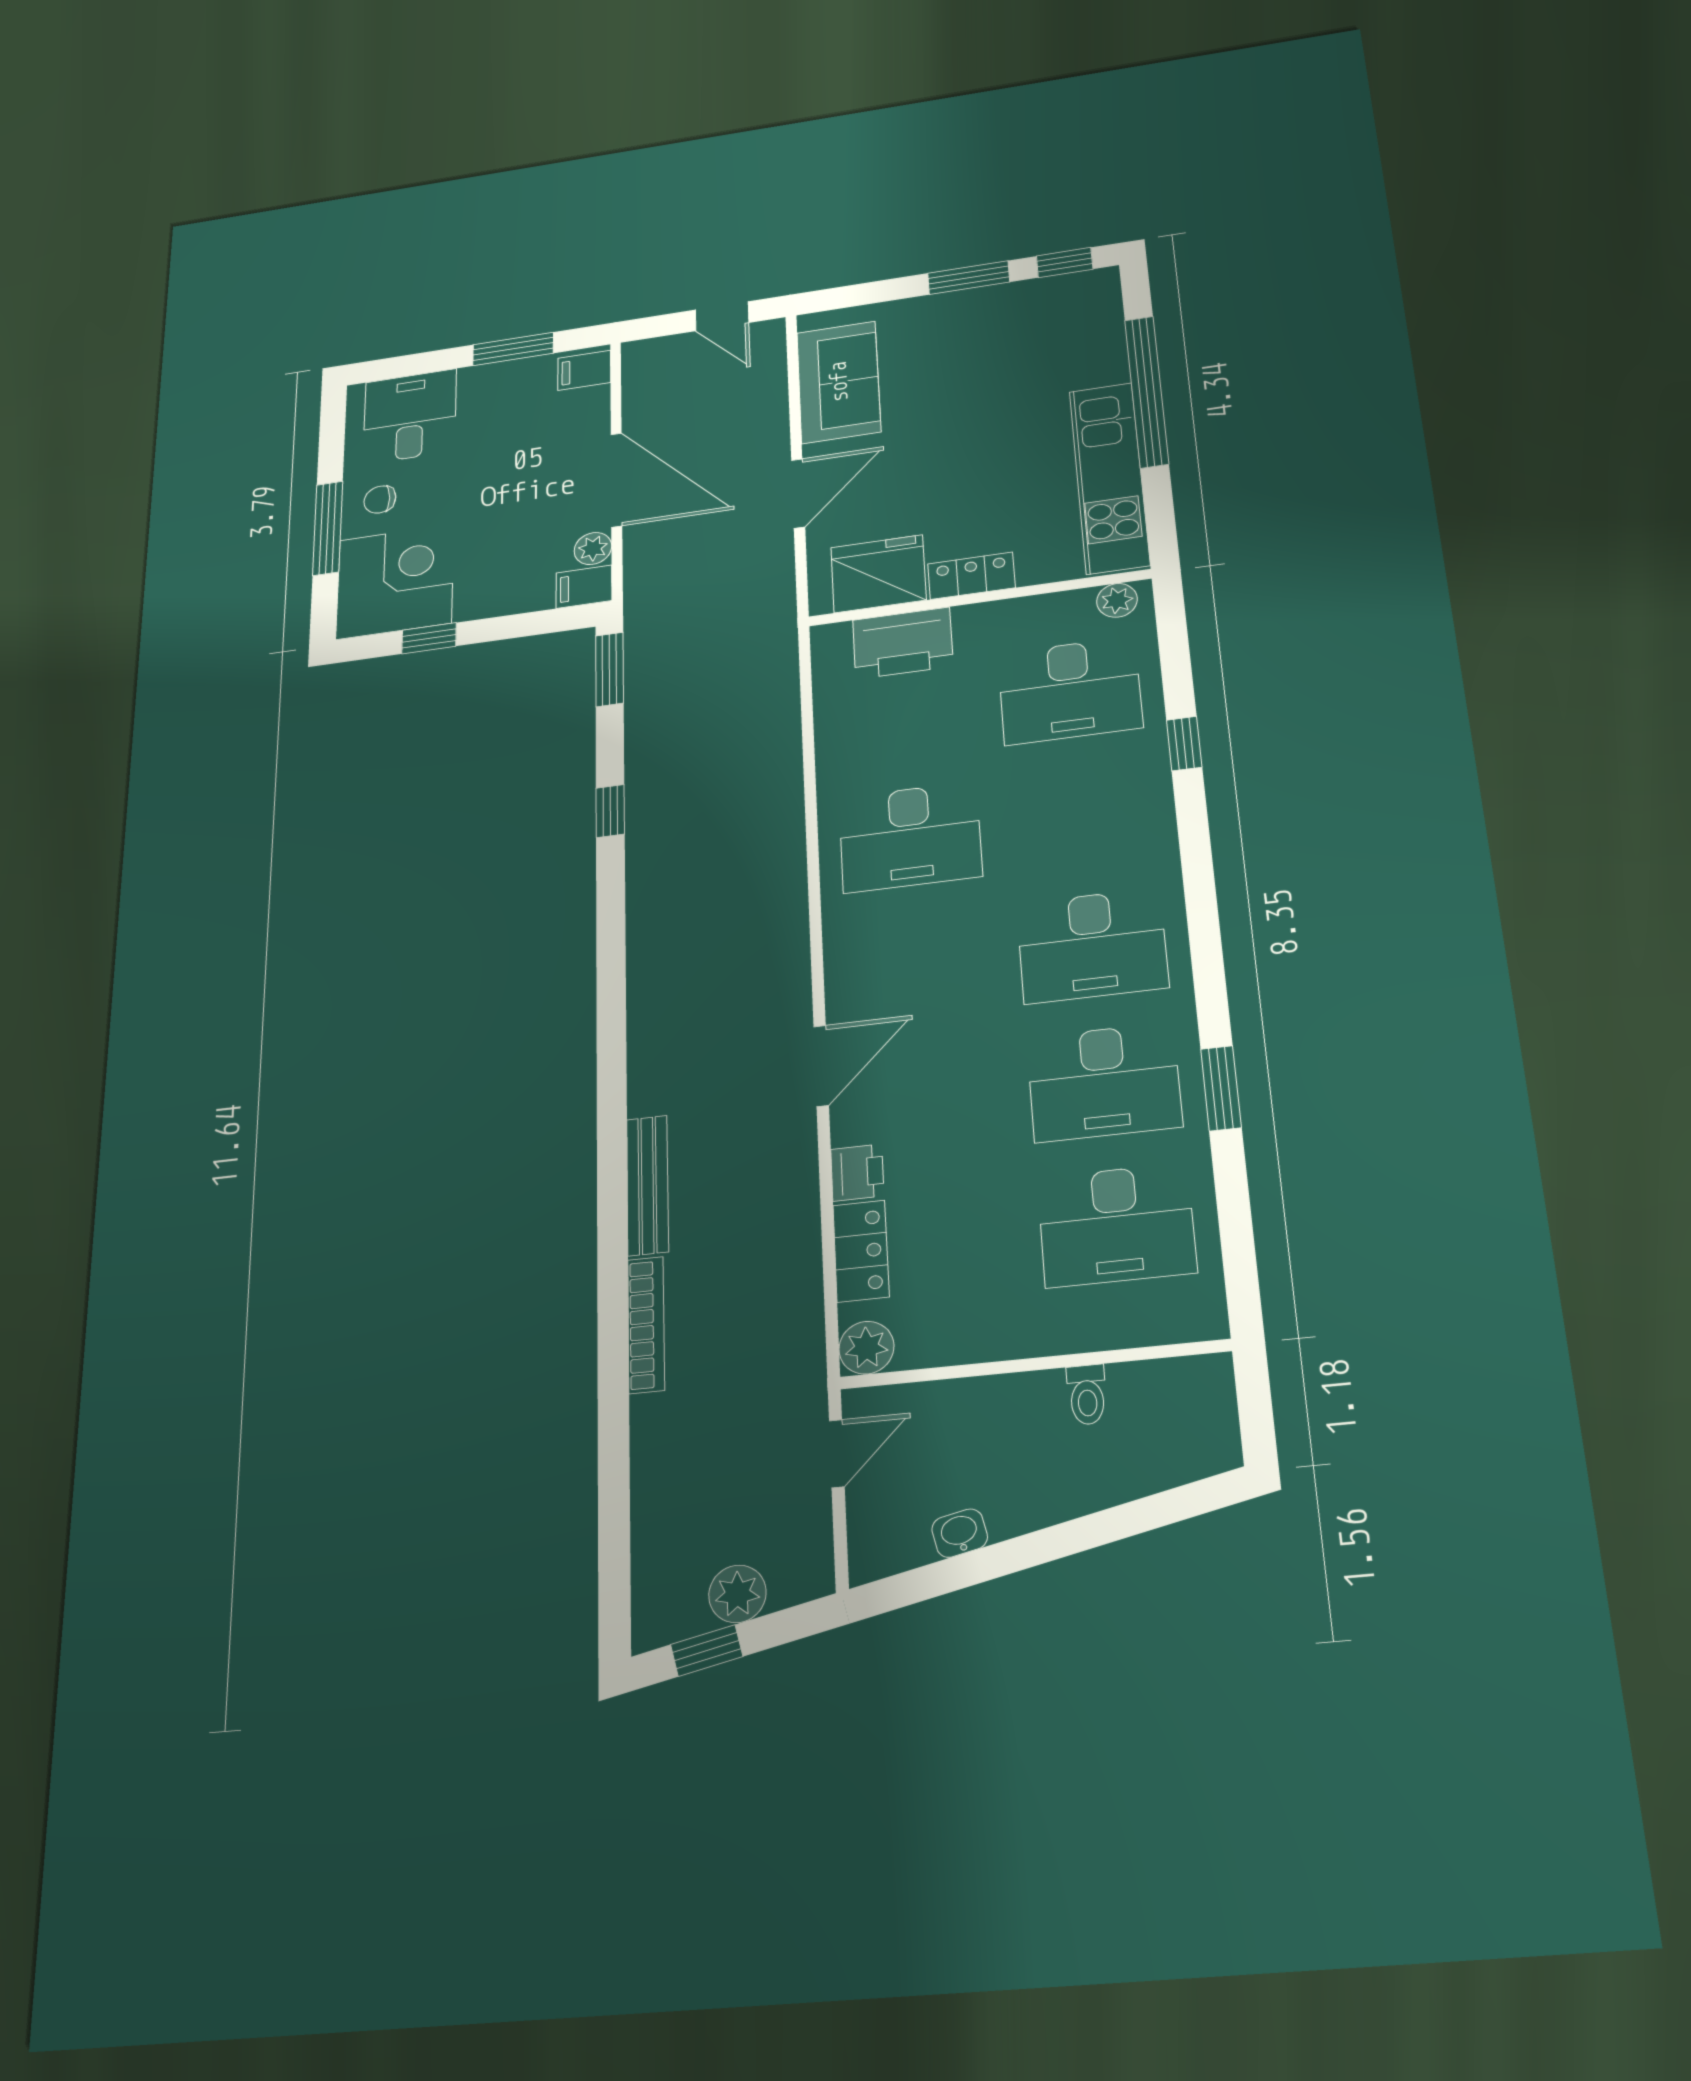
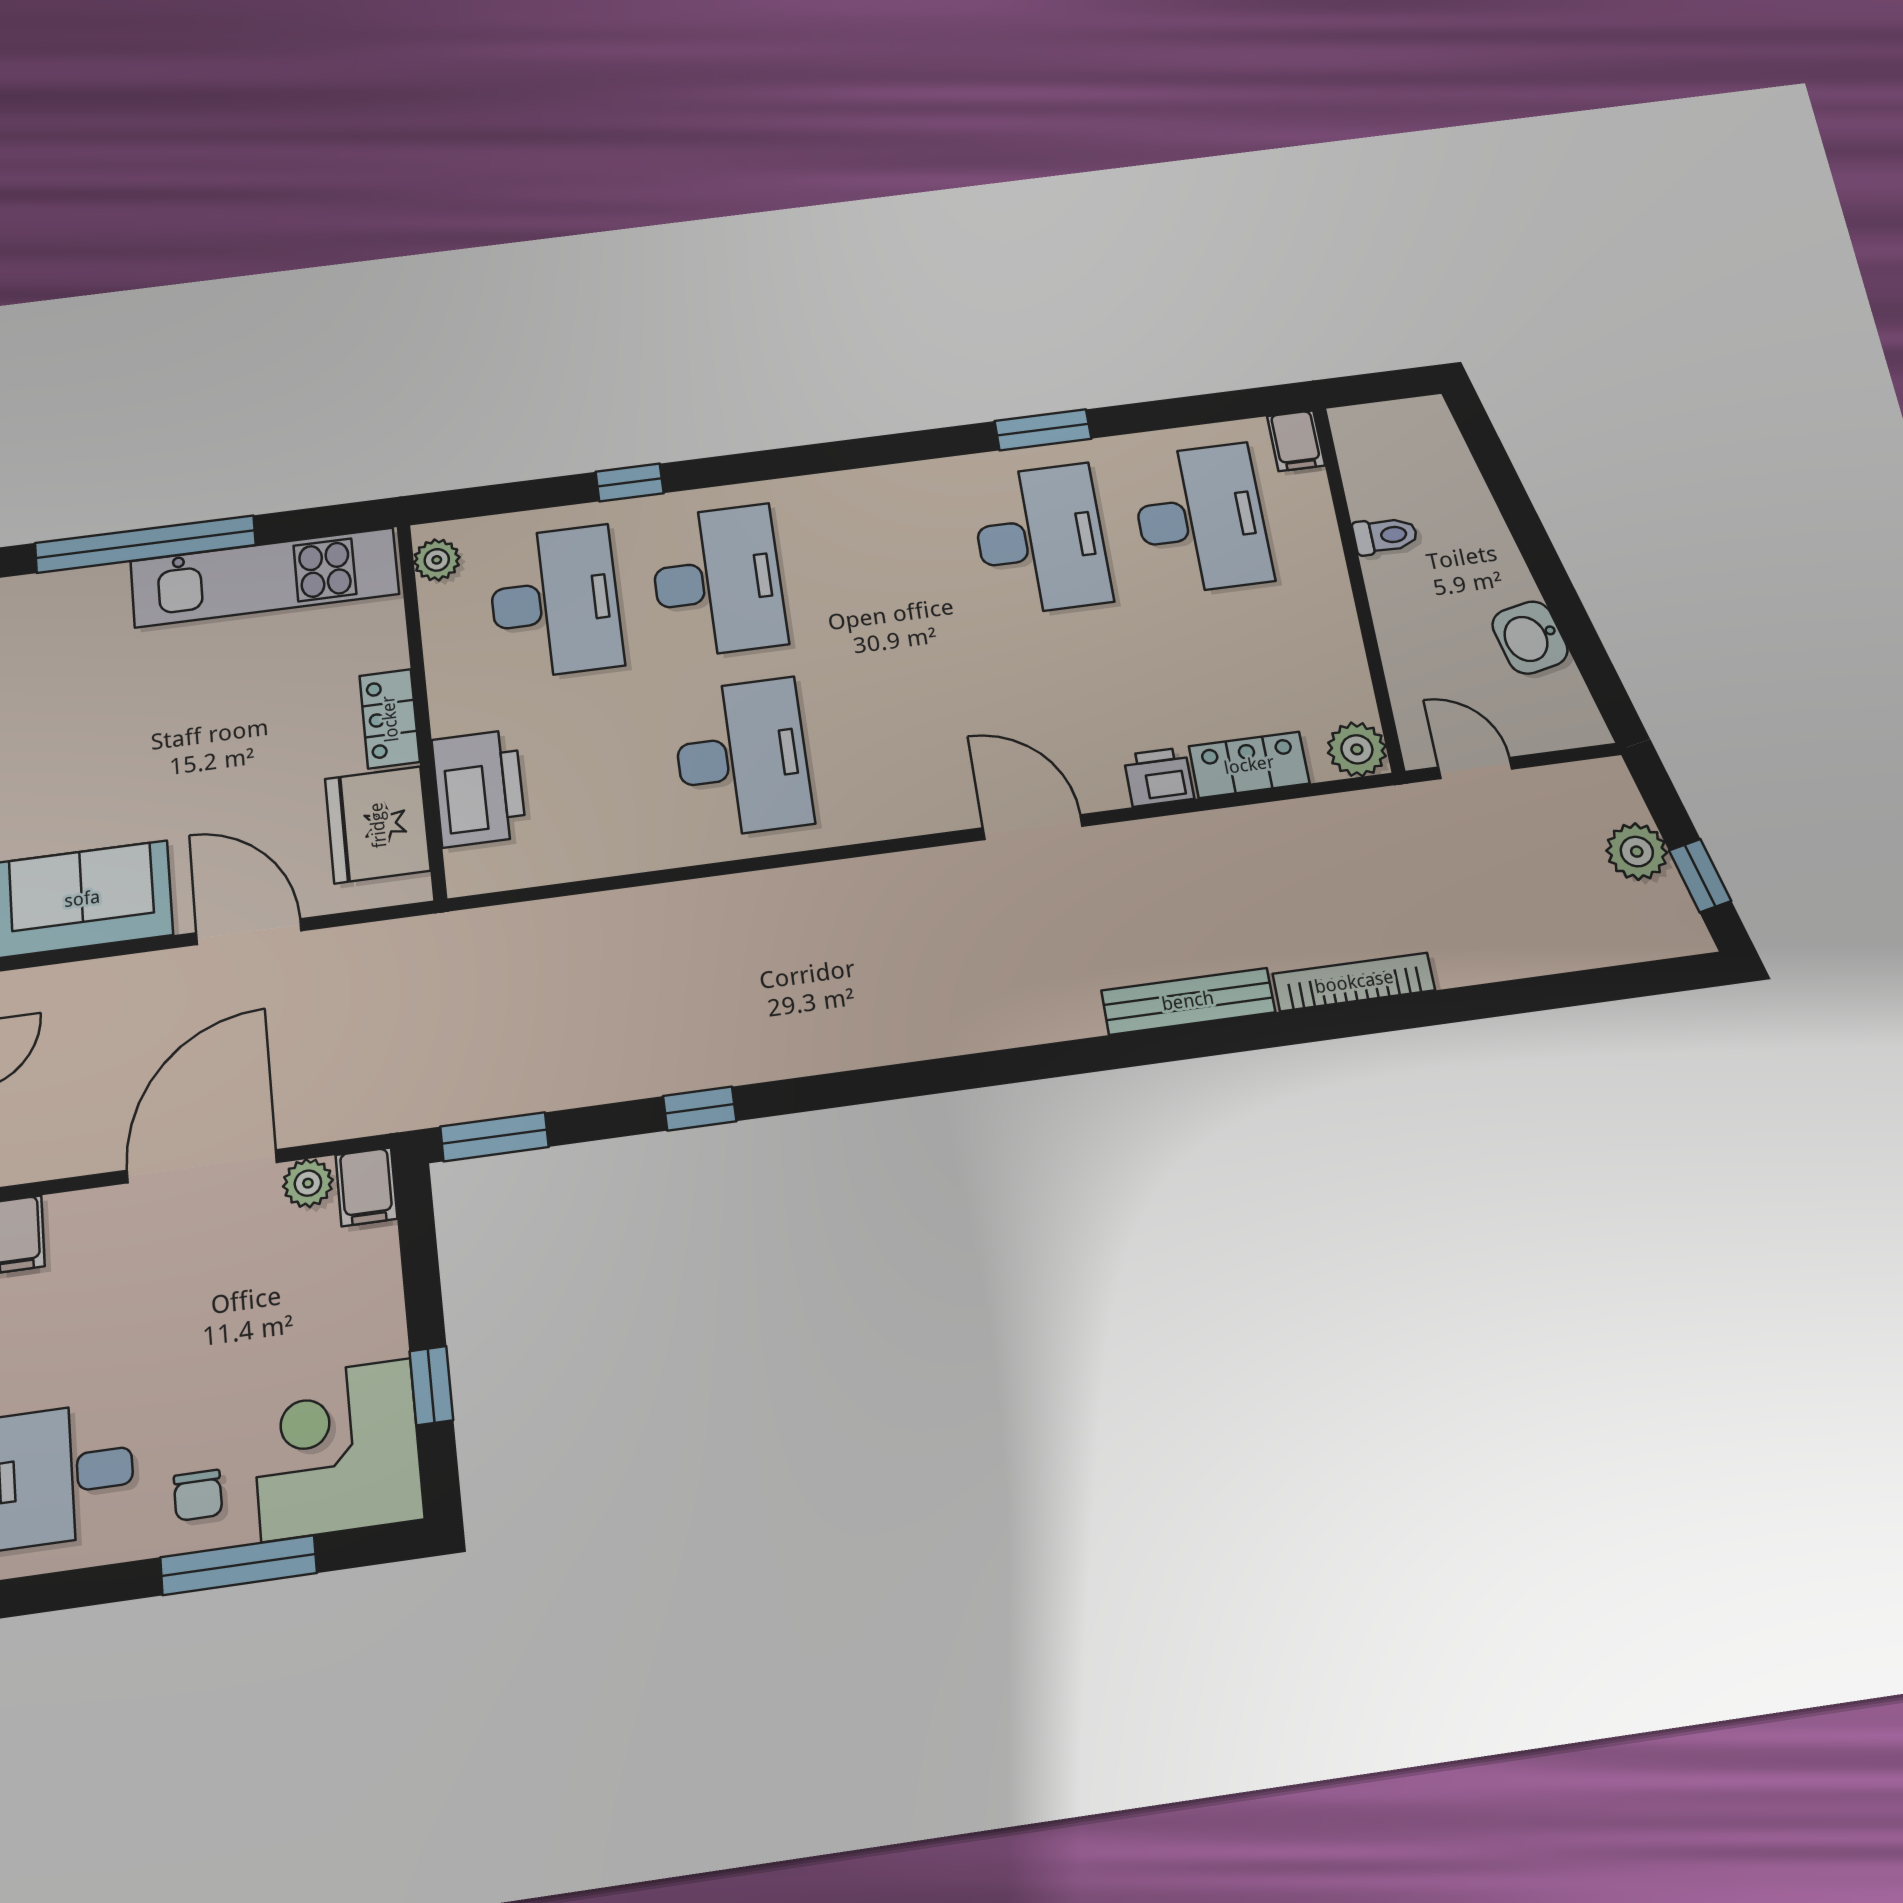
desk: (1092, 946) -> (718, 581), moved
filing cabinet: (1197, 1319) -> (1296, 441), added
washbasin: (960, 1533) -> (1530, 638), width x1.38, depth x1.45

